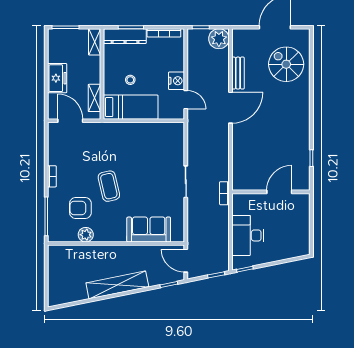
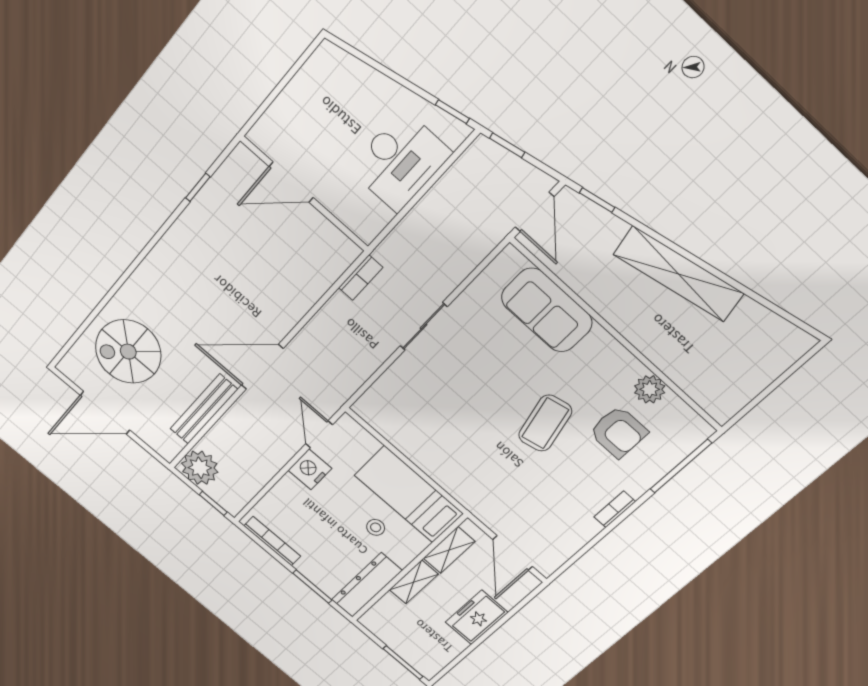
dresser: (125, 36) -> (367, 585), moved, turned -90
shelving: (95, 42) -> (414, 582), moved
spiral stairs: (286, 64) -> (128, 352), turned 90
bench: (238, 73) -> (204, 409), width x1.36
bookcase: (224, 193) -> (361, 278), moved

